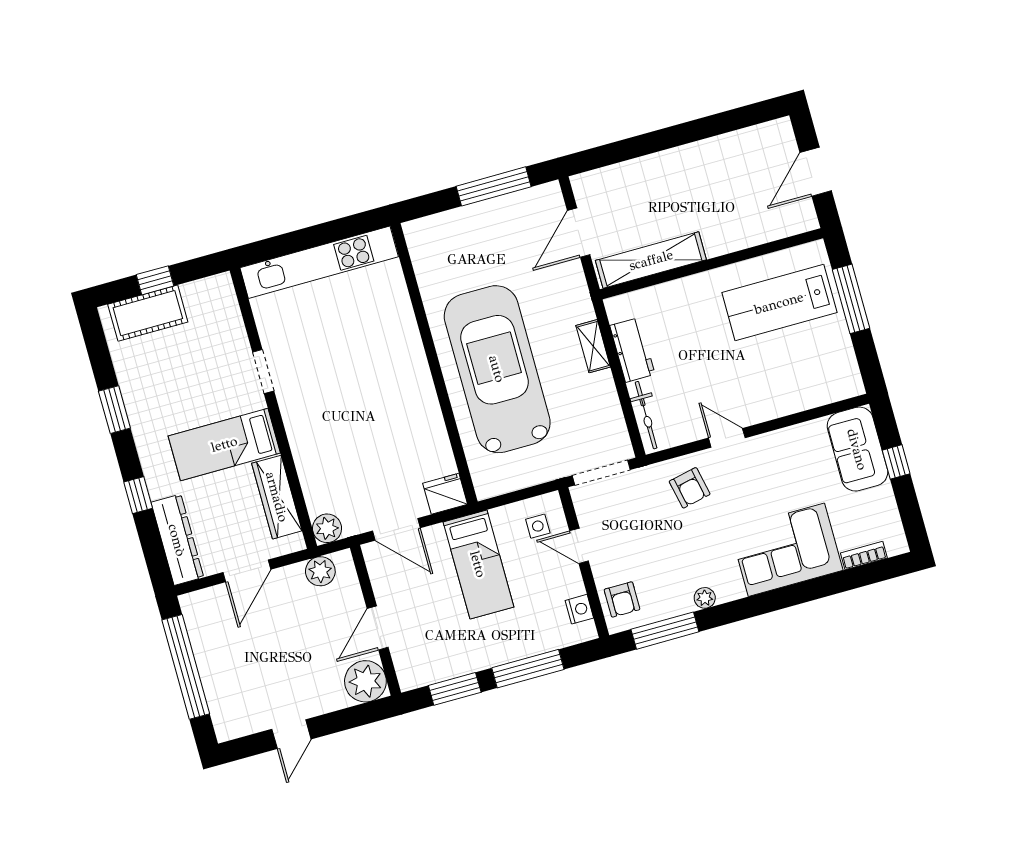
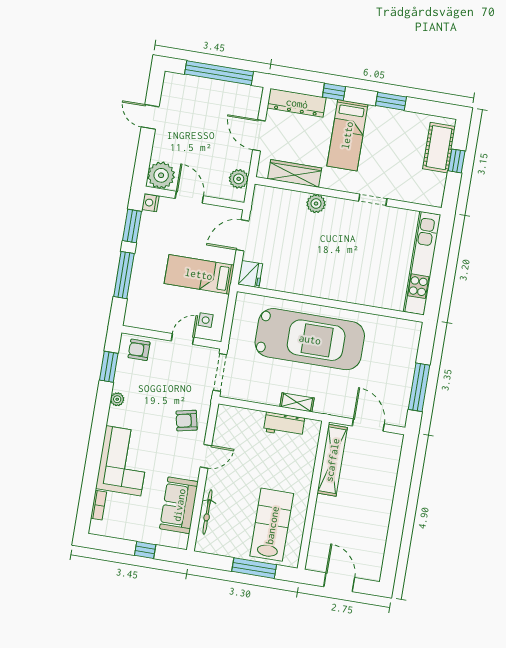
bicycle: (646, 415) -> (207, 512), moved, turned -90
bed: (224, 444) -> (347, 135), moved, turned 180
sofa: (857, 449) -> (179, 505), moved, turned -90
plant: (327, 528) -> (316, 204), moved
nightstand: (579, 609) -> (150, 203), moved, turned 90
window: (665, 631) -> (109, 367), width x0.69

